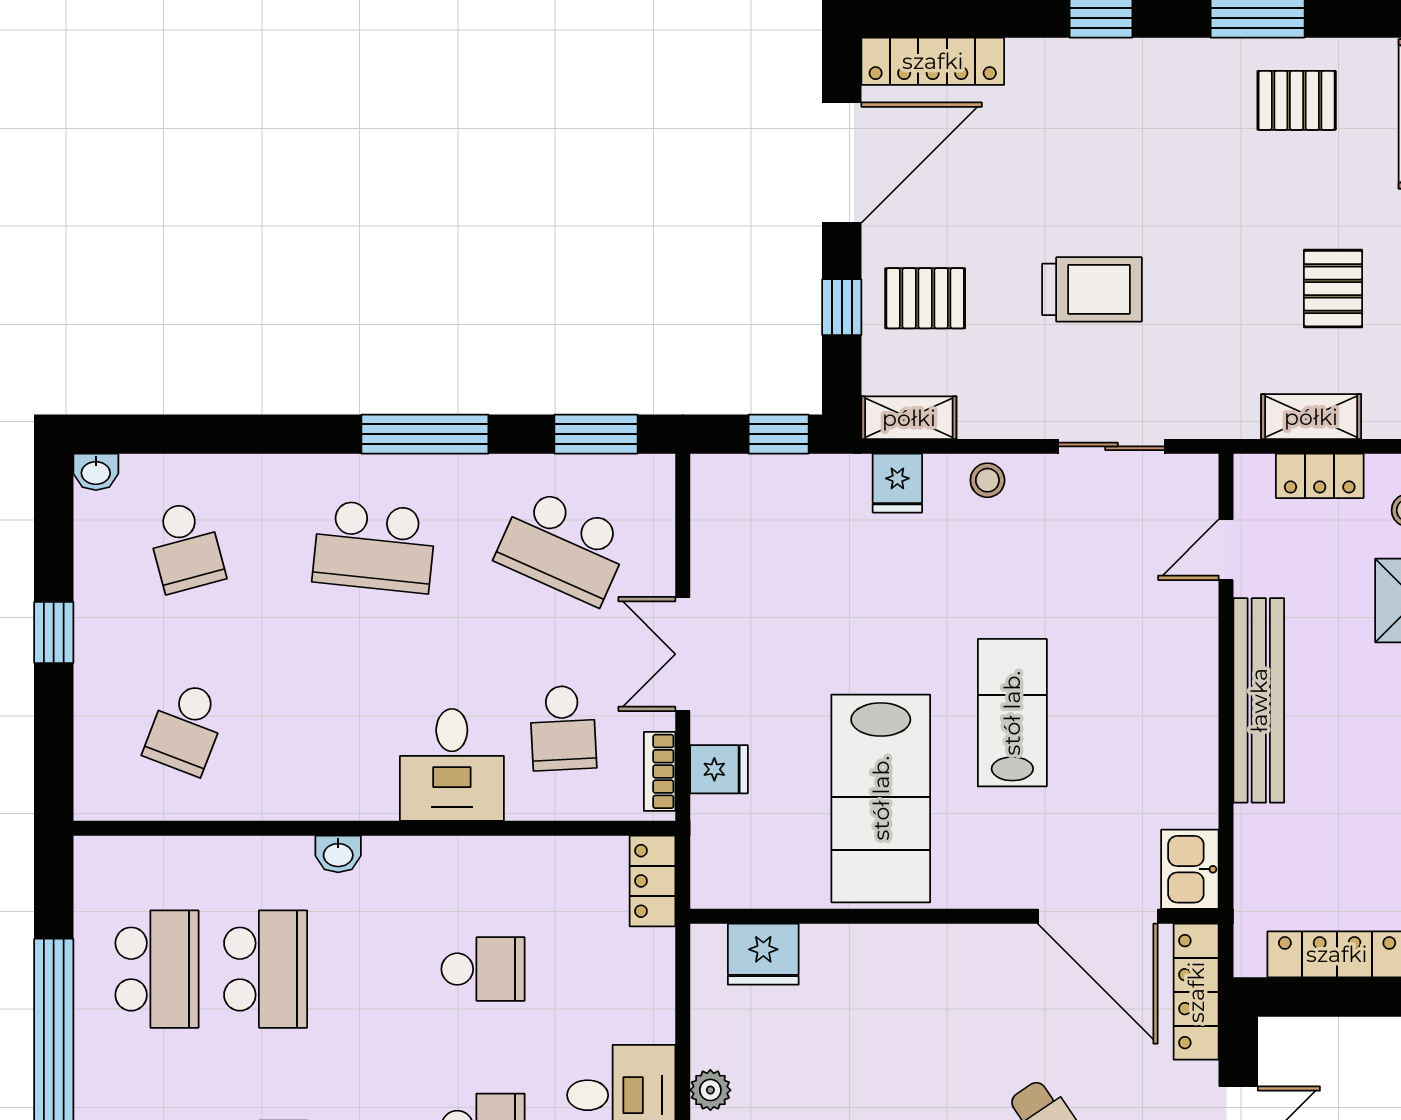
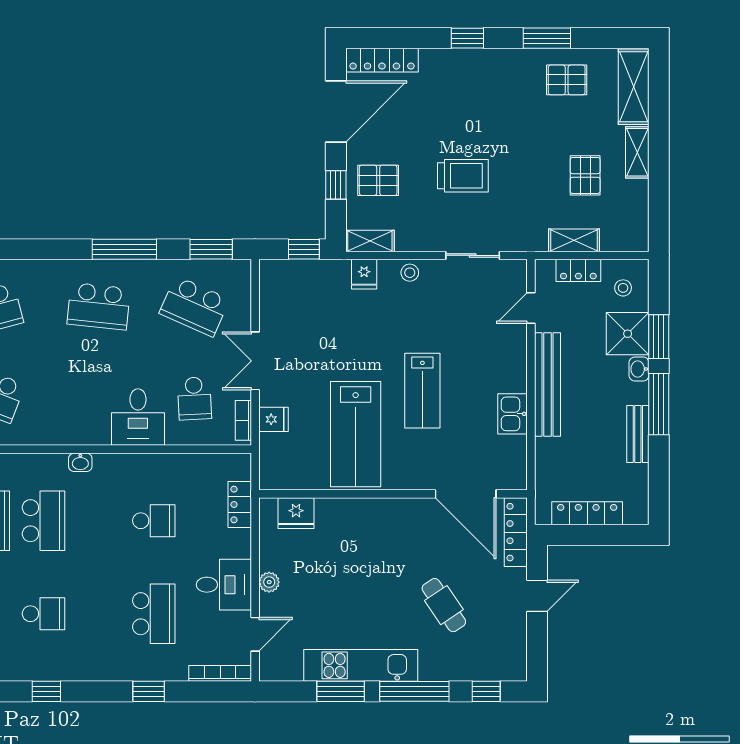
lab bench: (1012, 713) -> (422, 391), turned 180
kitchen sink: (1190, 869) -> (513, 414), moved
locker: (652, 881) -> (240, 504), moved

